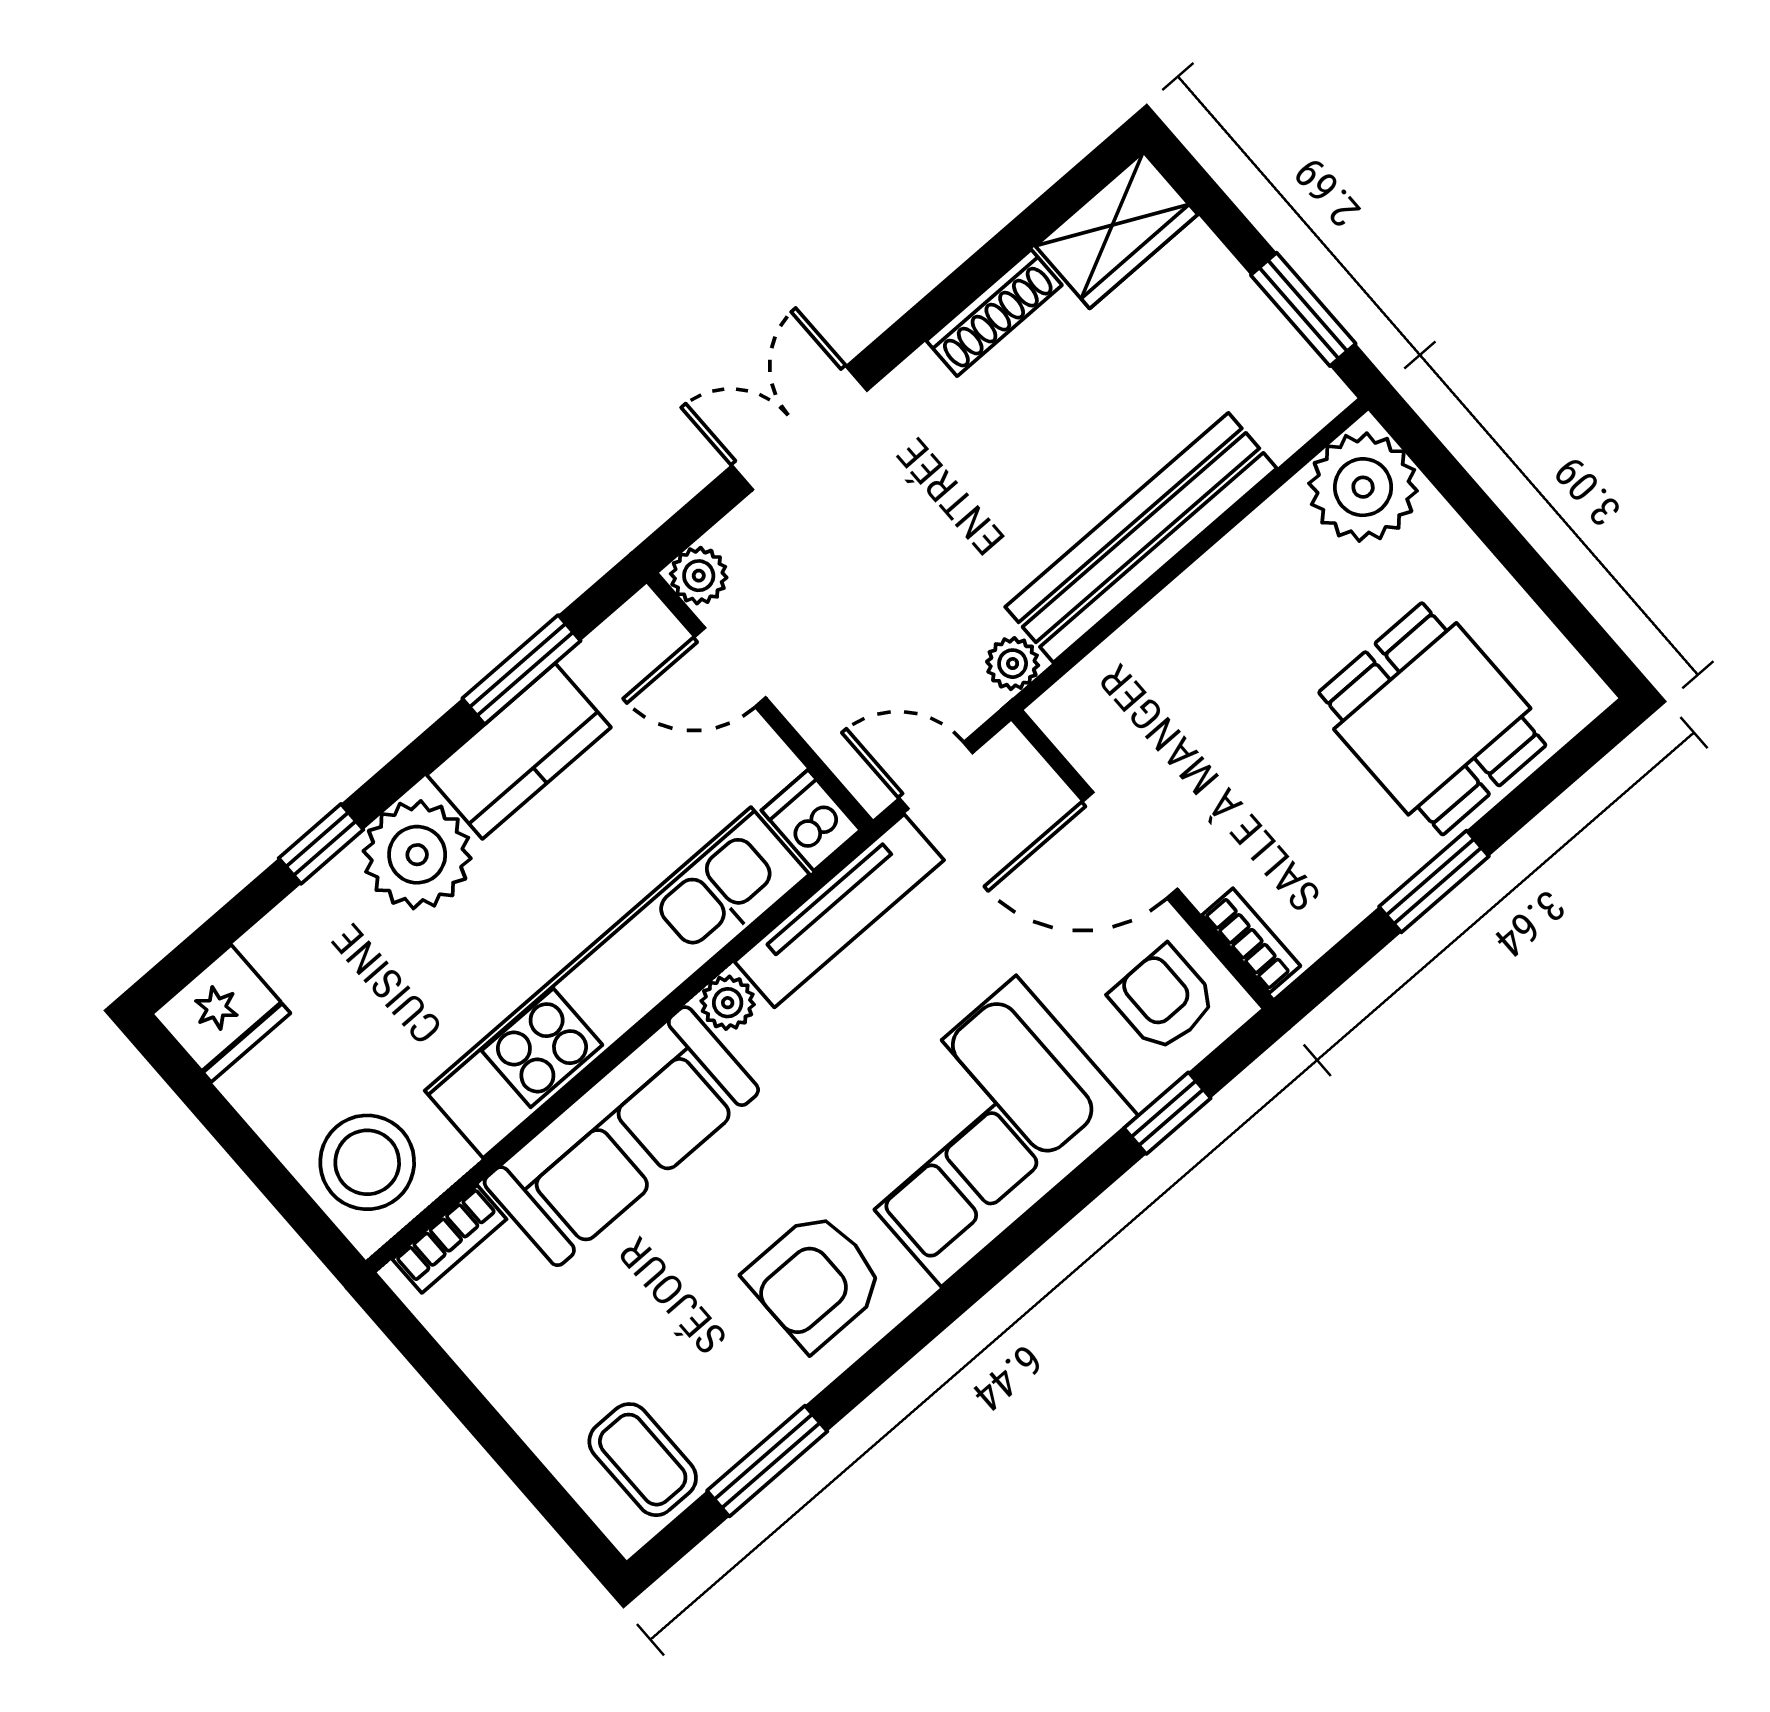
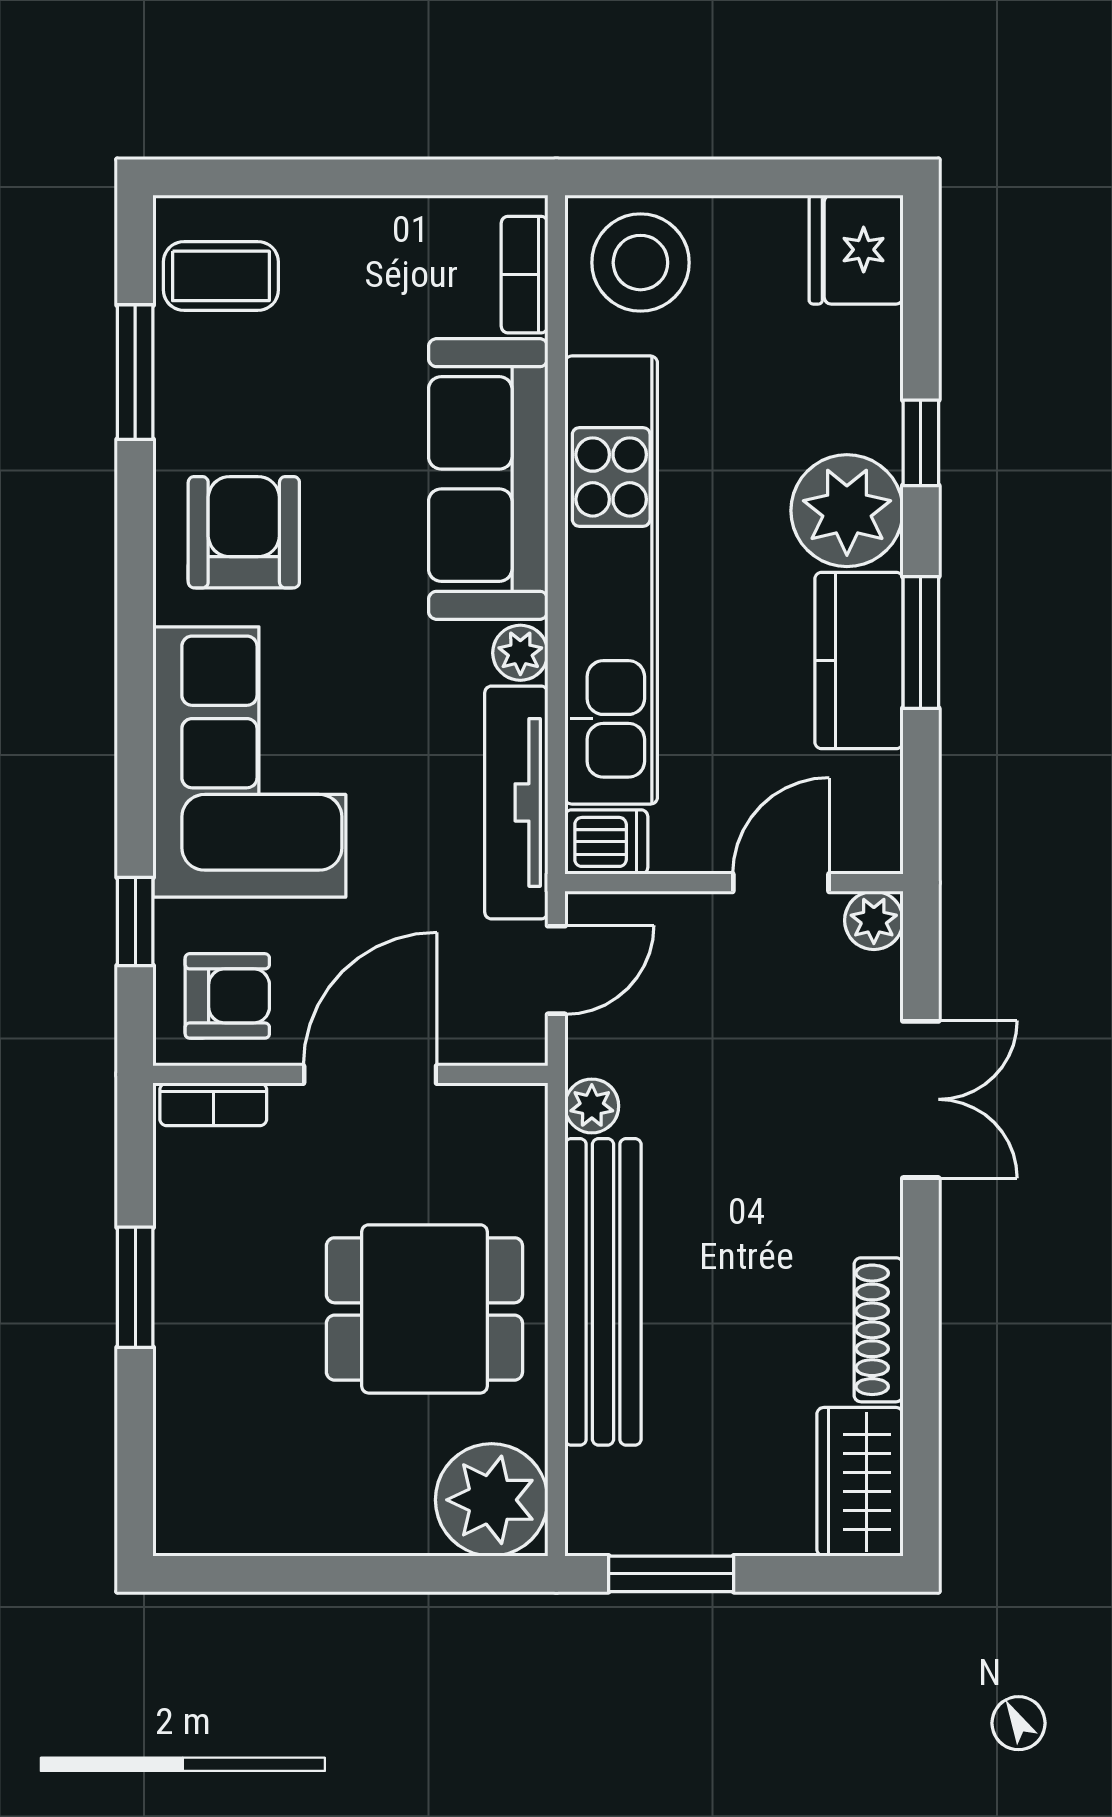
window: (521, 670) -> (921, 642), moved
dining table: (1432, 719) -> (424, 1309), moved

